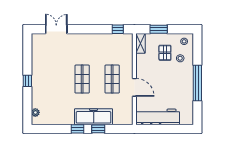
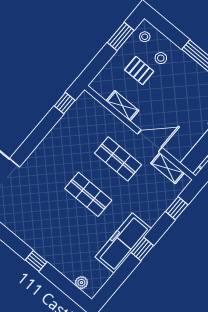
window: (159, 29) -> (121, 36), moved
shelving: (140, 43) -> (122, 106), moved
shelving: (128, 108) -> (168, 168), added
freezer: (94, 117) -> (123, 243), moved
window: (98, 129) -> (177, 208), moved

